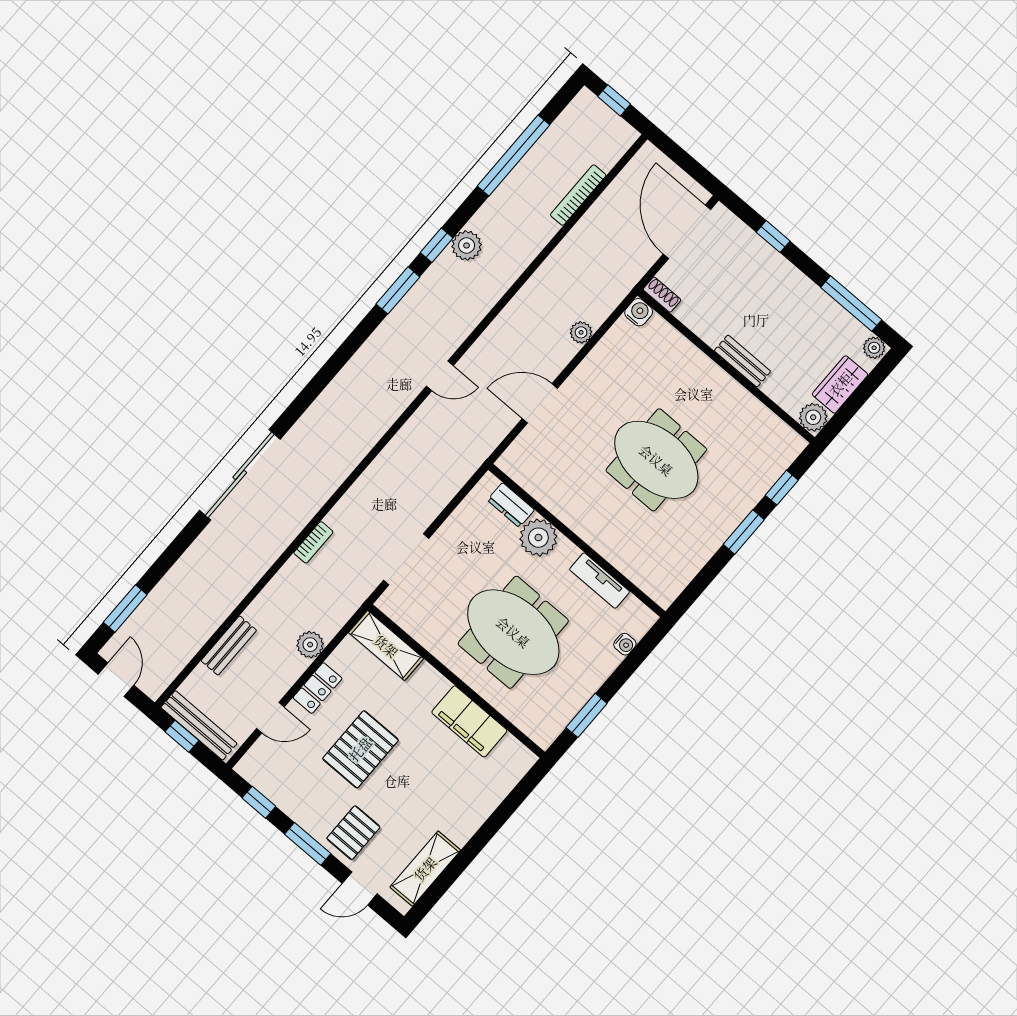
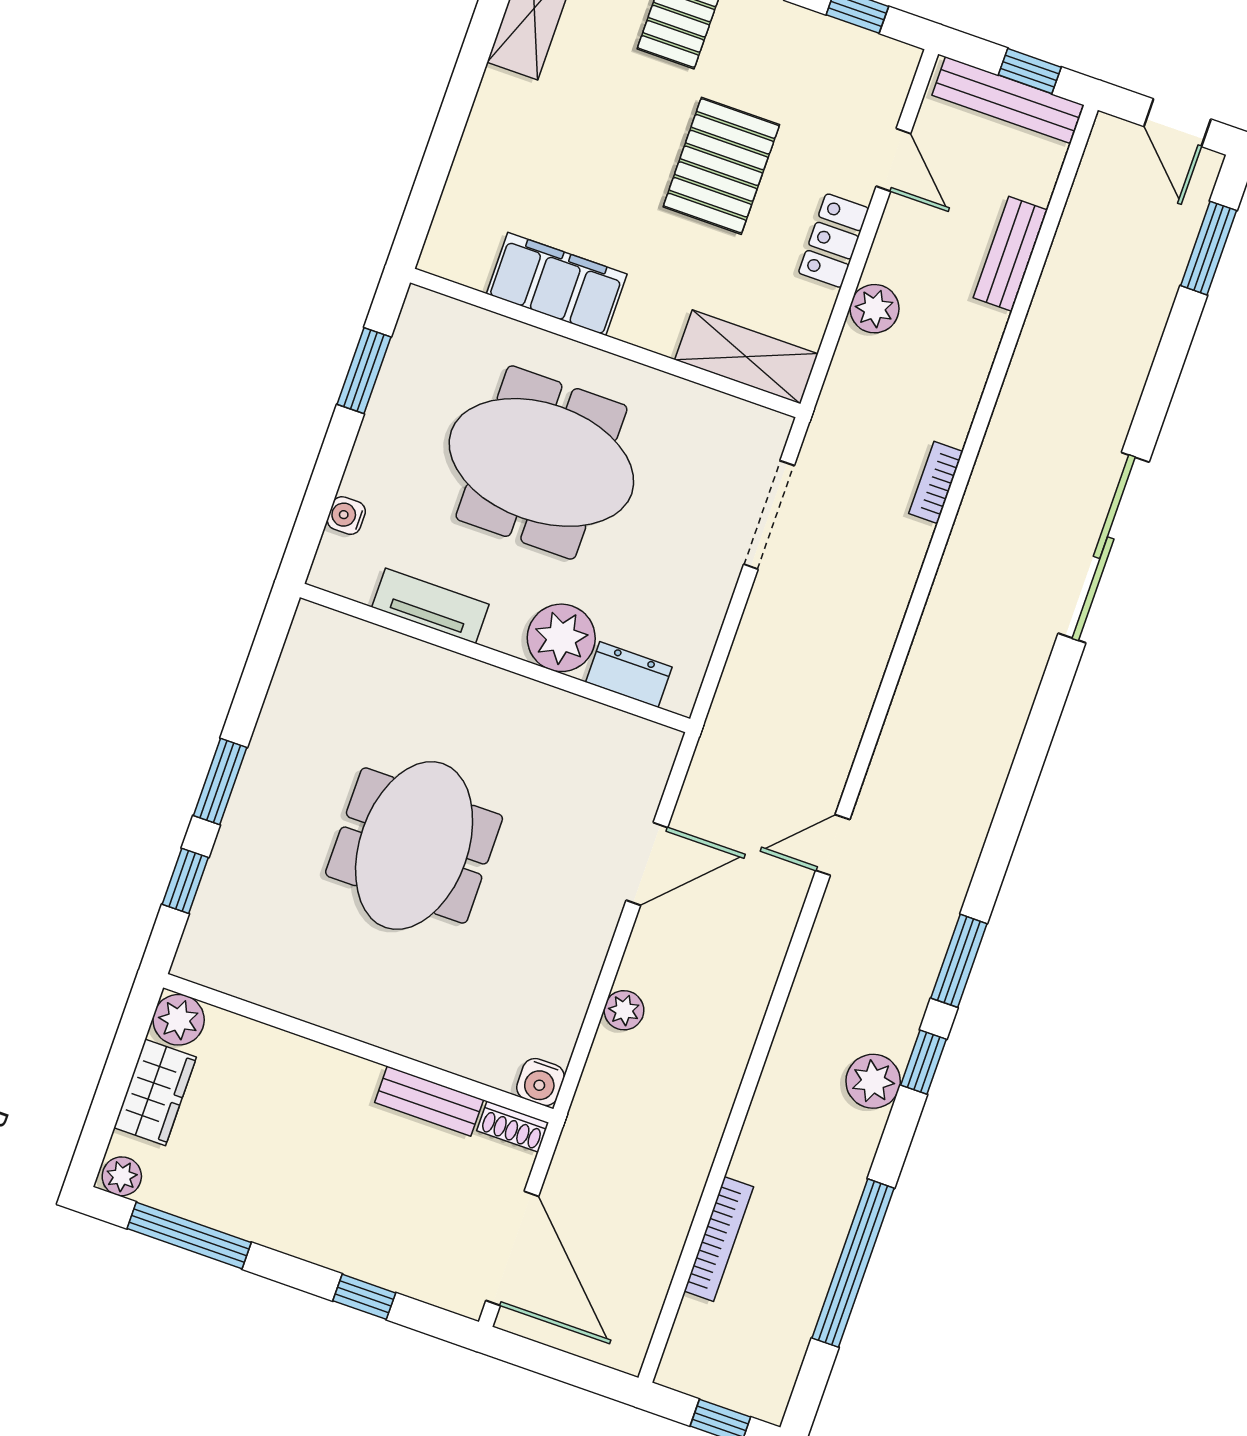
bench: (742, 361) -> (429, 1101), moved
meeting table: (656, 460) -> (414, 846), turned 90
door: (270, 718) -> (893, 160), swing flipped

